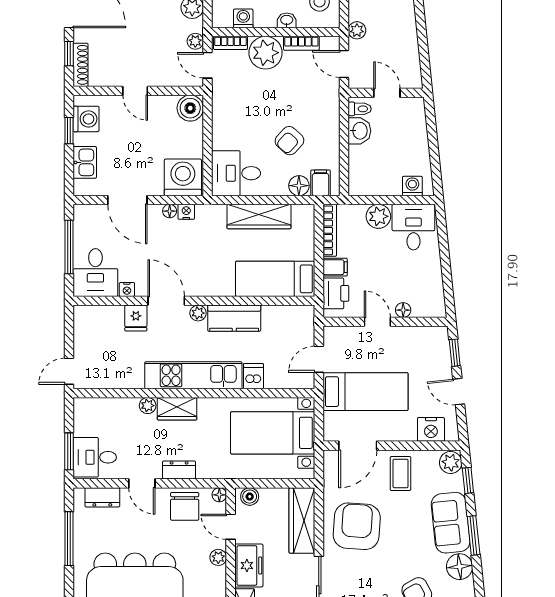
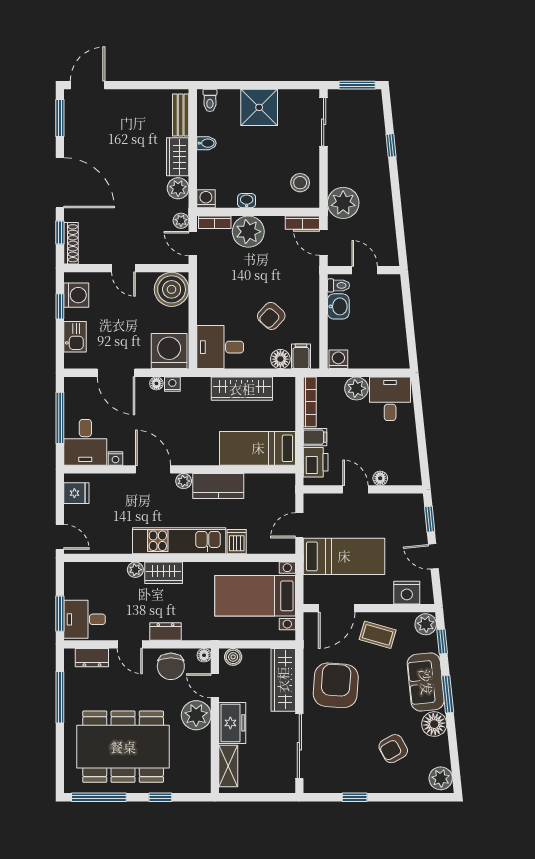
washing machine: (243, 18) -> (206, 199), moved
washbasin: (287, 20) -> (247, 201), moved
plant: (357, 30) -> (343, 203), width x1.87, depth x1.87
bookcase: (301, 43) -> (302, 223), moved
boiler: (190, 108) -> (172, 289), width x1.37, depth x1.37
washing machine: (412, 186) -> (338, 359), moved
fridge: (136, 318) -> (76, 493), moved, turned -90
door: (69, 371) -> (60, 537), swing flipped
coffee table: (400, 473) -> (378, 635), turned -74
plant: (218, 557) -> (196, 715), width x1.88, depth x1.88

